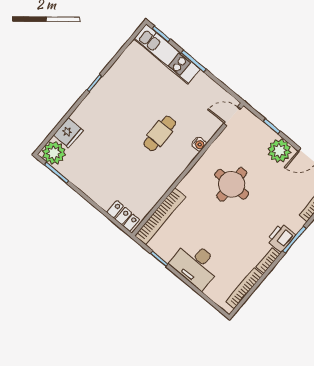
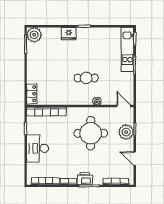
fridge: (68, 133) -> (69, 34), moved
plant: (279, 151) -> (126, 132), moved
round table: (232, 184) -> (91, 133), width x1.36, depth x1.36

